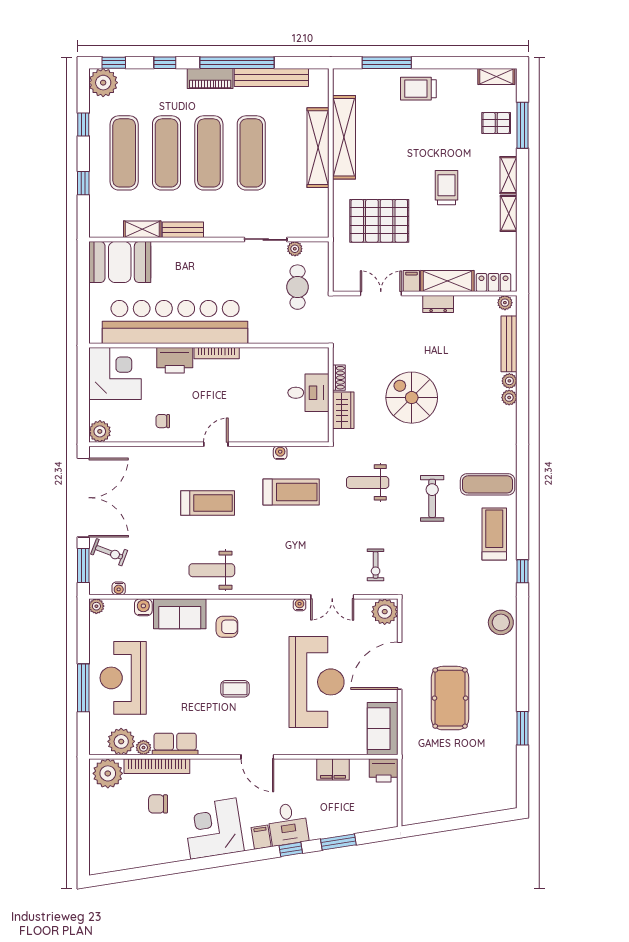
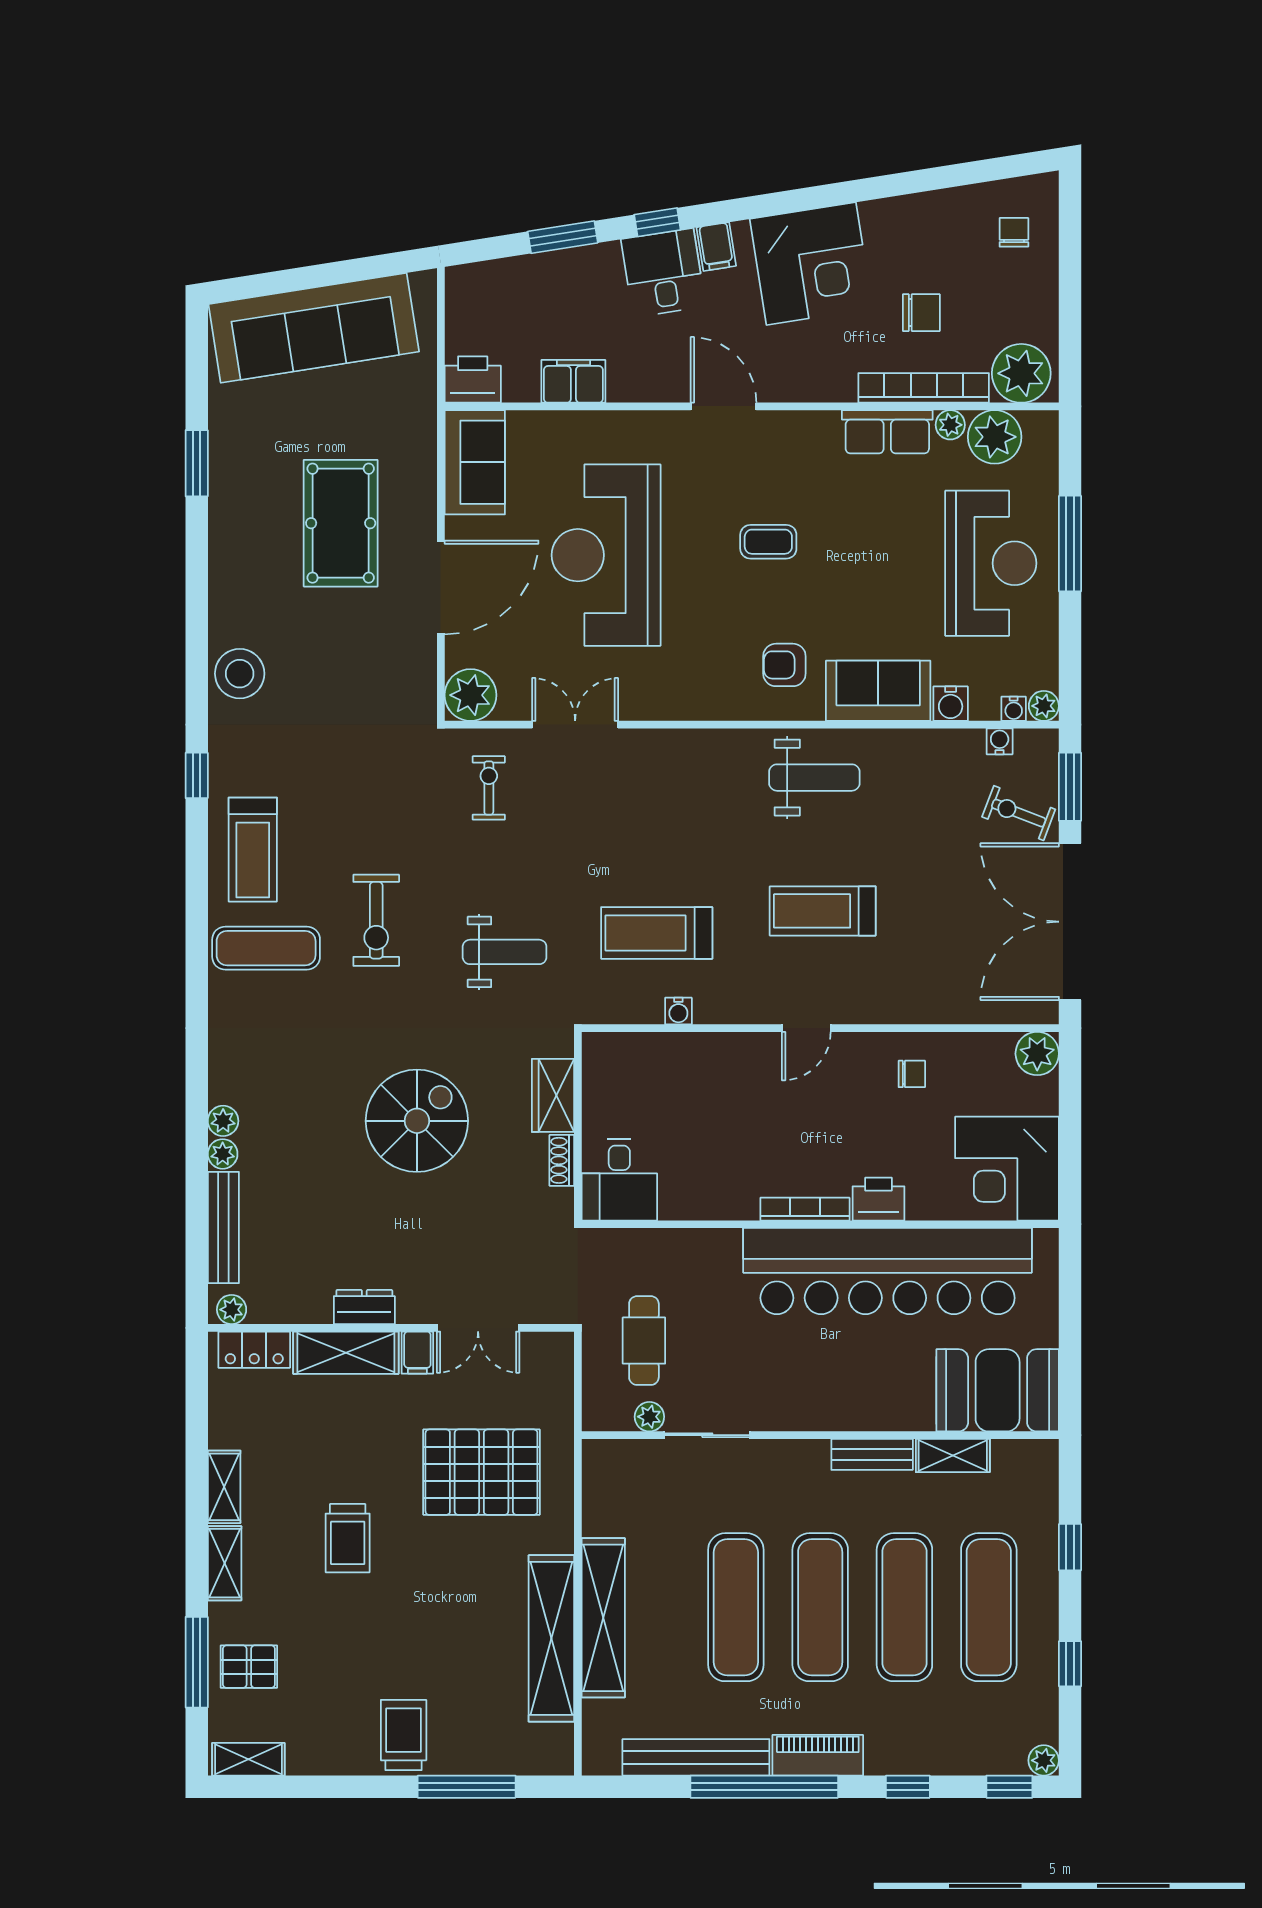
plant: (103, 83) -> (1044, 1760), width x0.53, depth x0.53
trolley: (418, 89) -> (404, 1735), turned -90
printer: (175, 360) -> (878, 1199), width x0.73, depth x0.84
desk: (308, 393) -> (619, 1180), moved, turned -90
spiral stairs: (412, 398) -> (417, 1121), turned -90
water cooler: (300, 605) -> (1014, 709), moved
sofa: (464, 796) -> (314, 328), added
chair: (111, 844) -> (1014, 232), added

